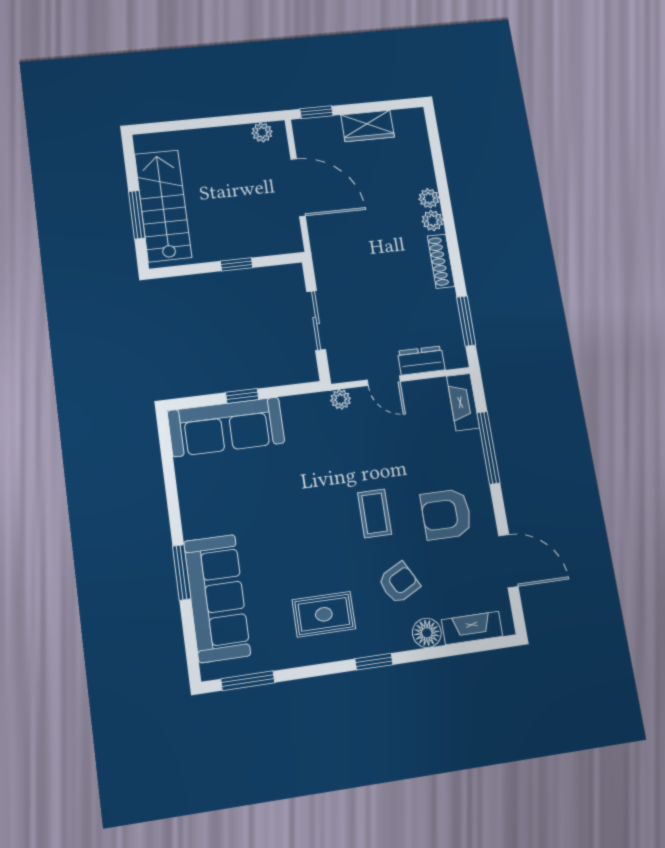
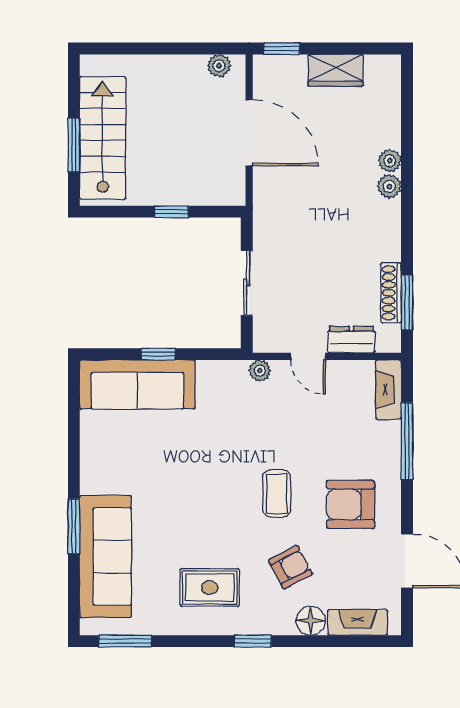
shoe rack: (441, 261) -> (391, 293), moved

